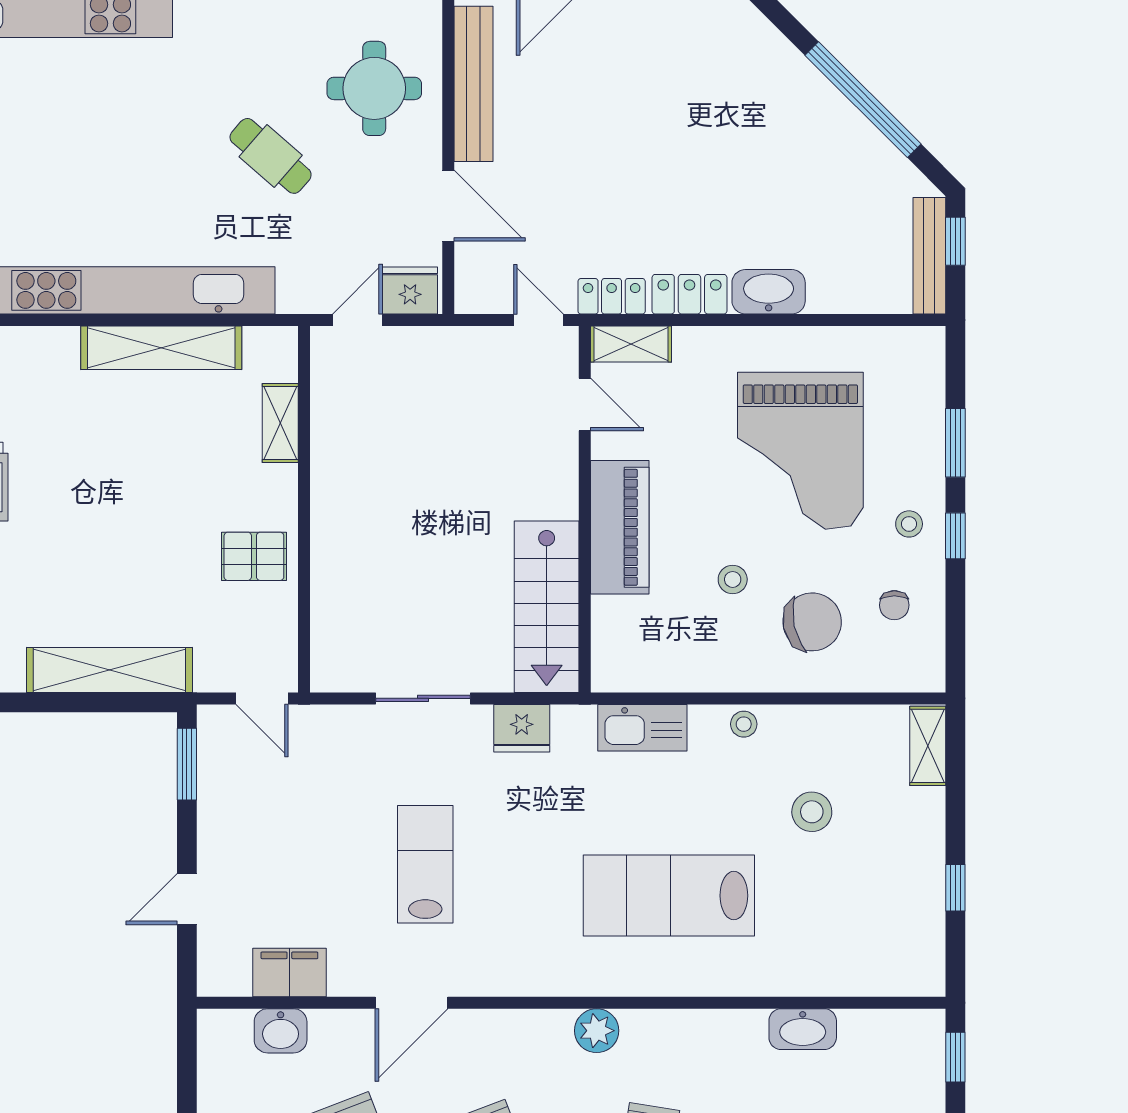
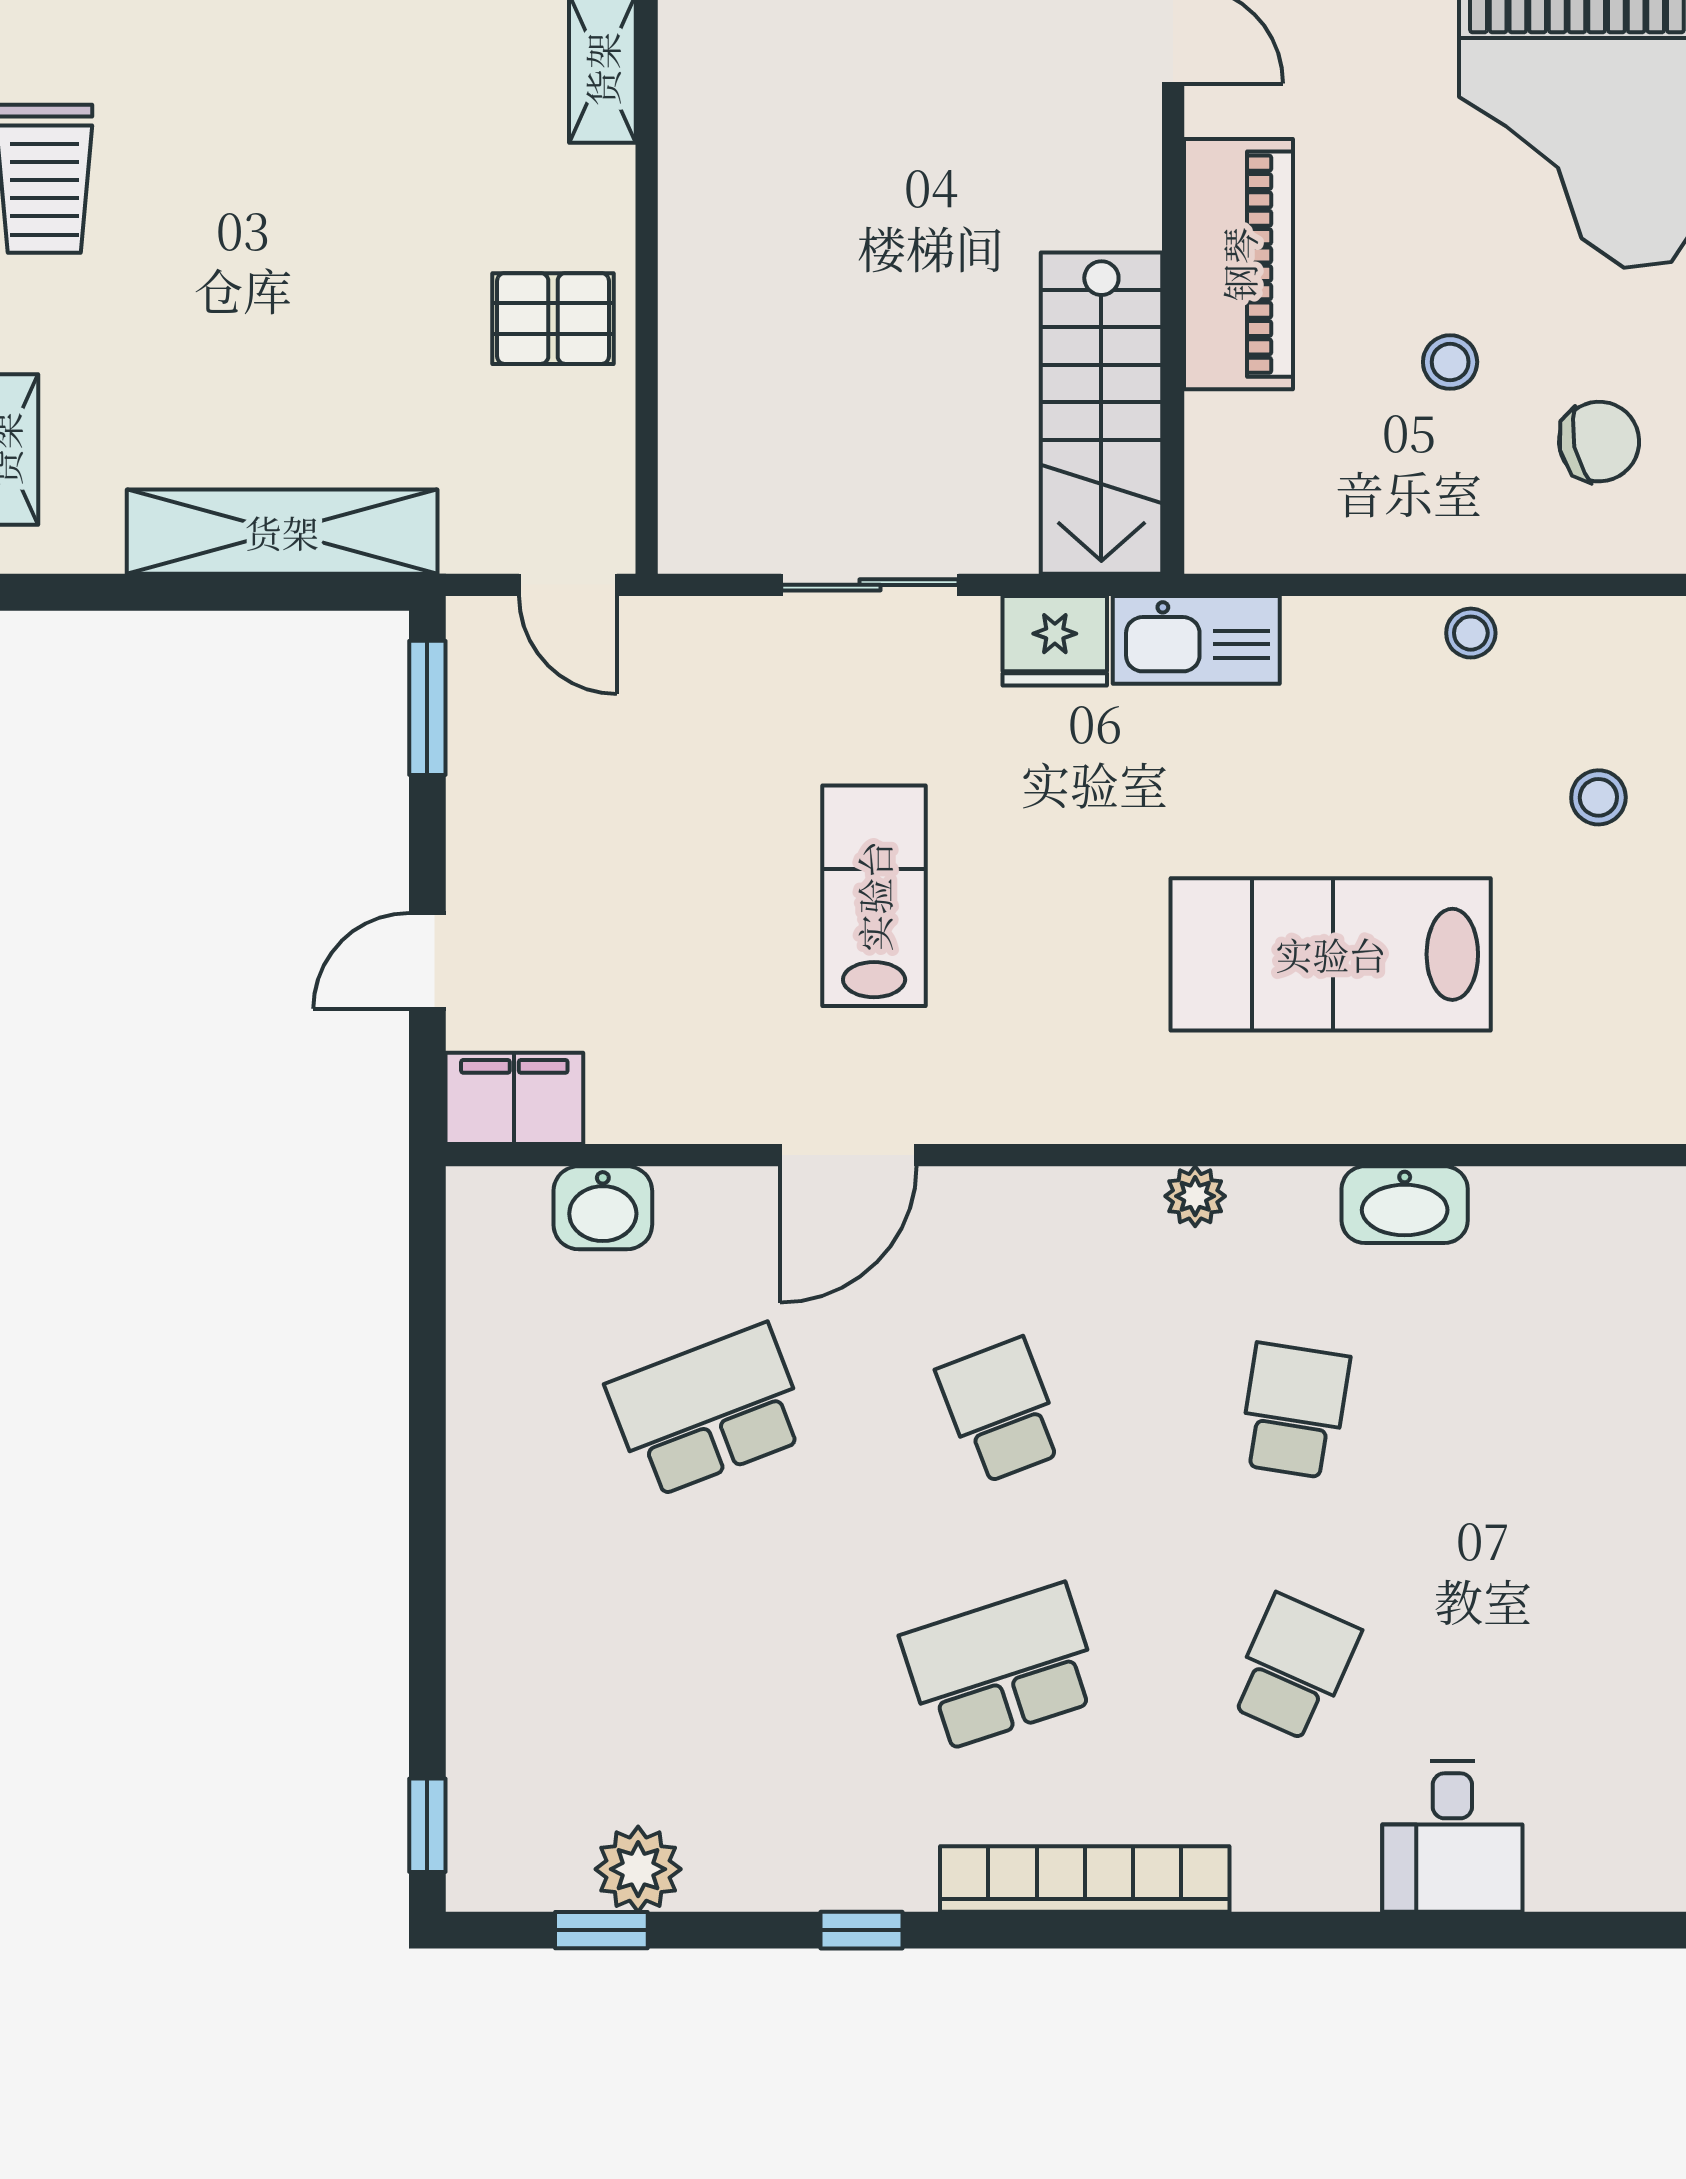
chair: (812, 622) -> (1599, 442), width x0.73, depth x0.73
kitchen sink: (642, 728) -> (1196, 640), moved
stool: (812, 812) -> (1598, 797), width x0.73, depth x0.73
filing cabinet: (289, 972) -> (514, 1098), moved
washbasin: (803, 1029) -> (1405, 1205), moved
plant: (597, 1031) -> (1195, 1196), width x0.73, depth x0.73

